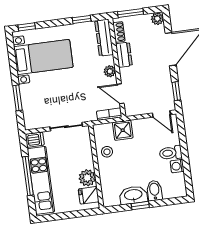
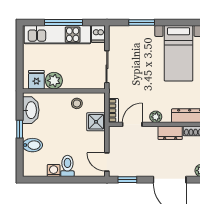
door: (161, 114) -> (107, 162), hinge flipped
washbasin: (133, 195) -> (31, 110), moved

